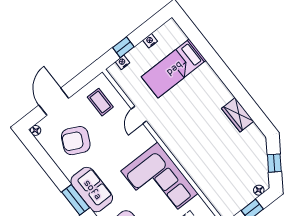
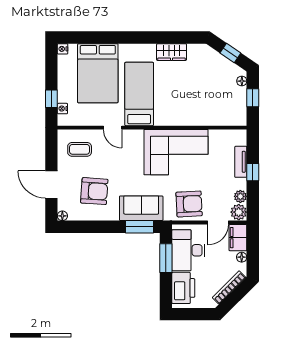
nightstand: (150, 41) -> (63, 49), moved
bed: (174, 68) -> (98, 73), width x1.50
bed: (183, 115) -> (139, 94), added
armchair: (76, 141) -> (94, 191), turned -112

